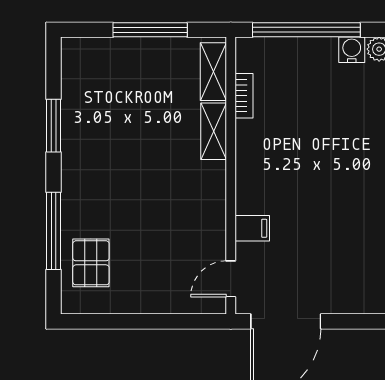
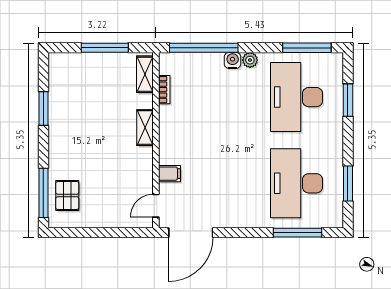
shelving: (214, 131) -> (145, 128), moved
window: (53, 231) -> (43, 193), moved

